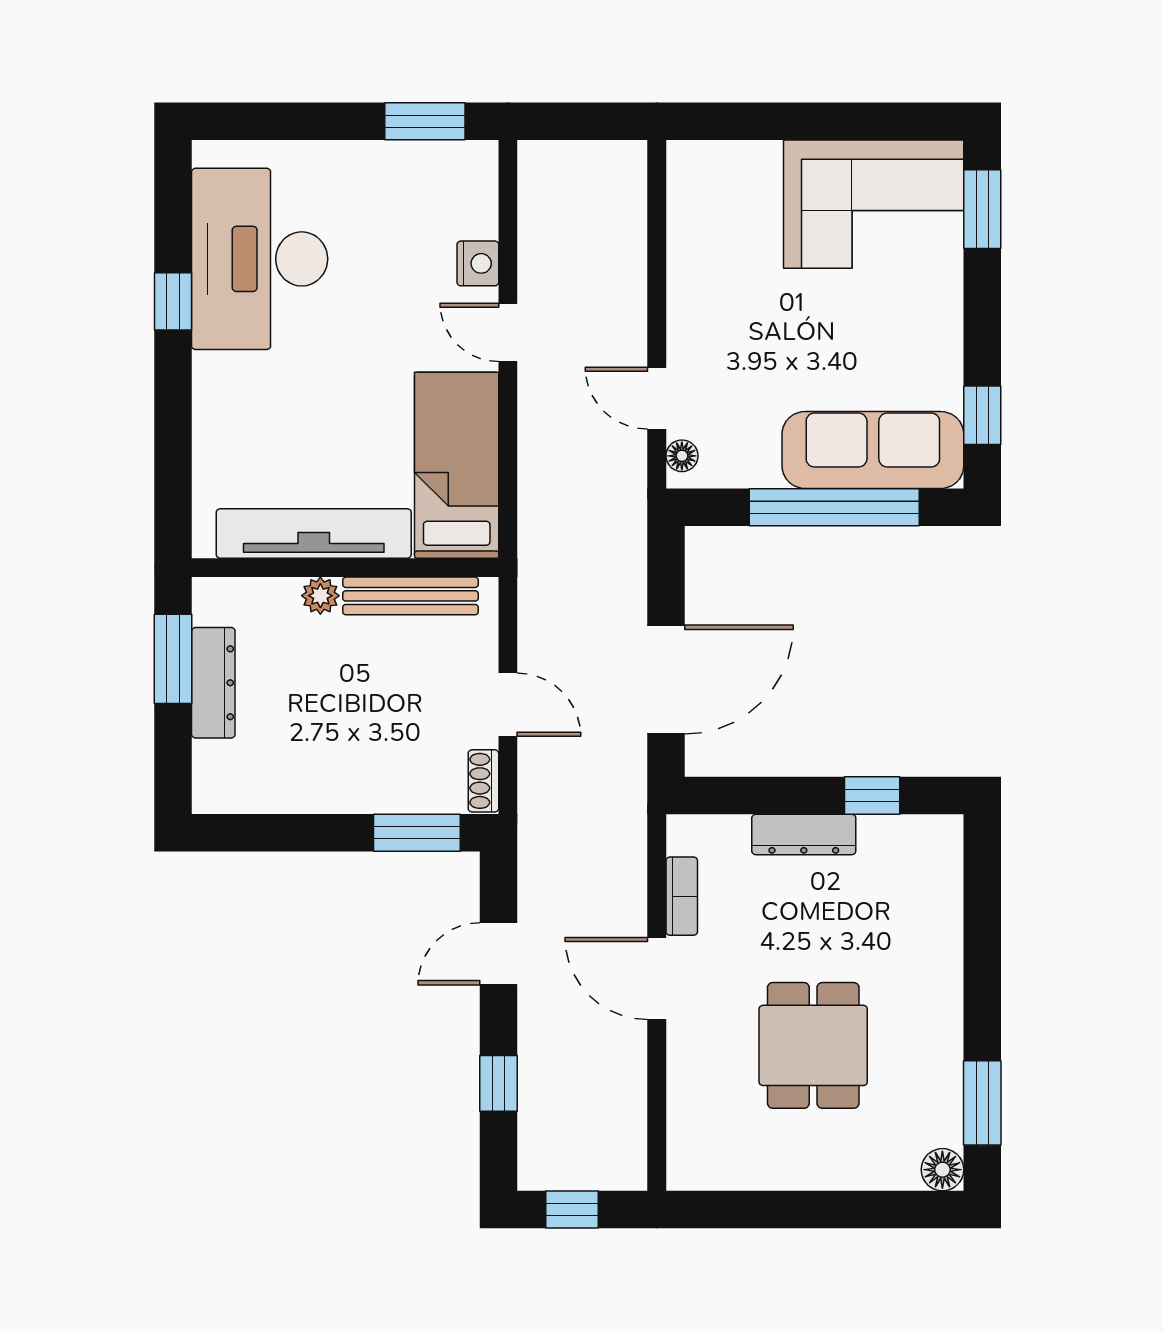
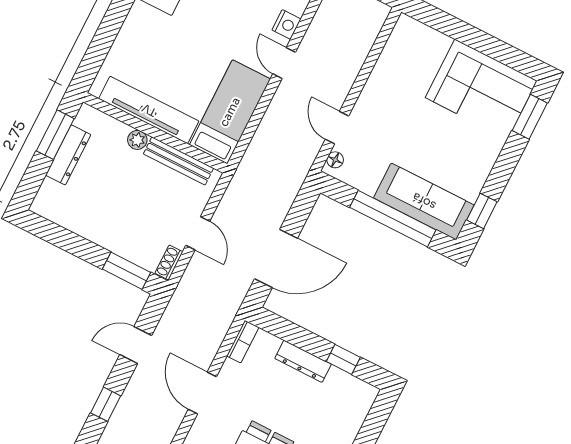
bookcase: (682, 896) -> (243, 342), moved

